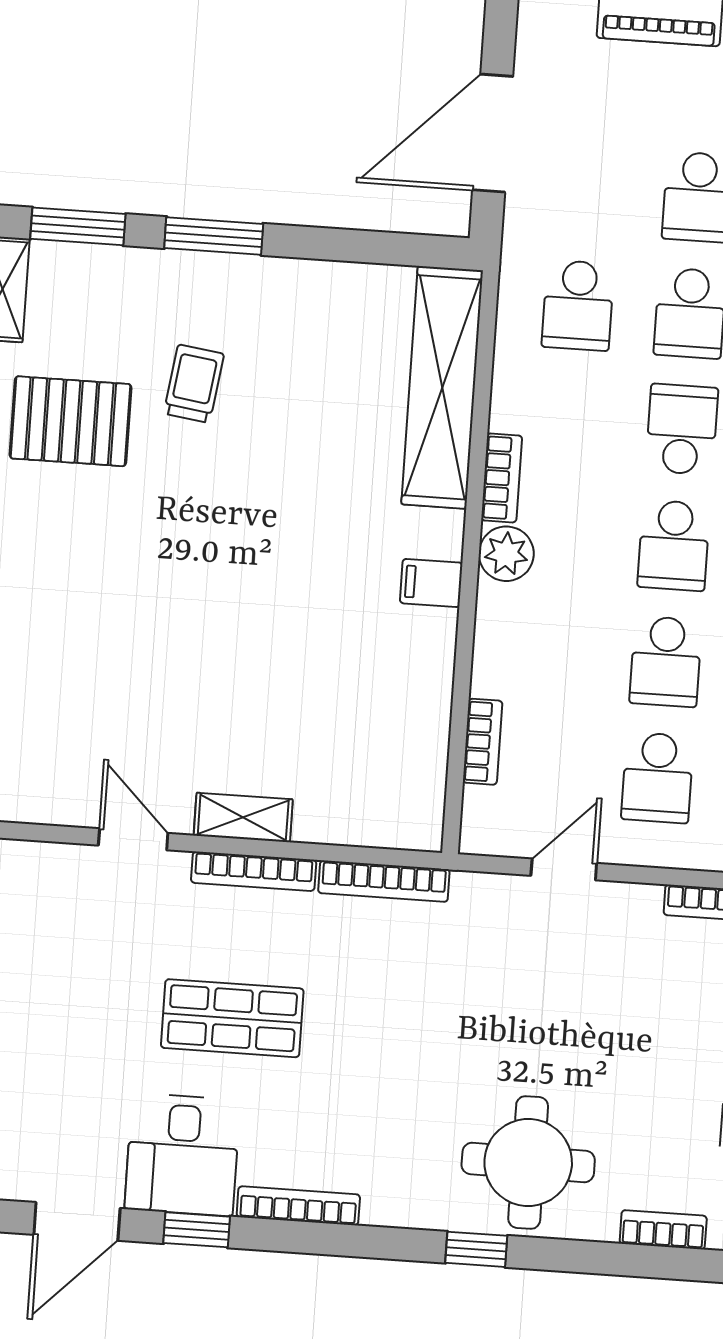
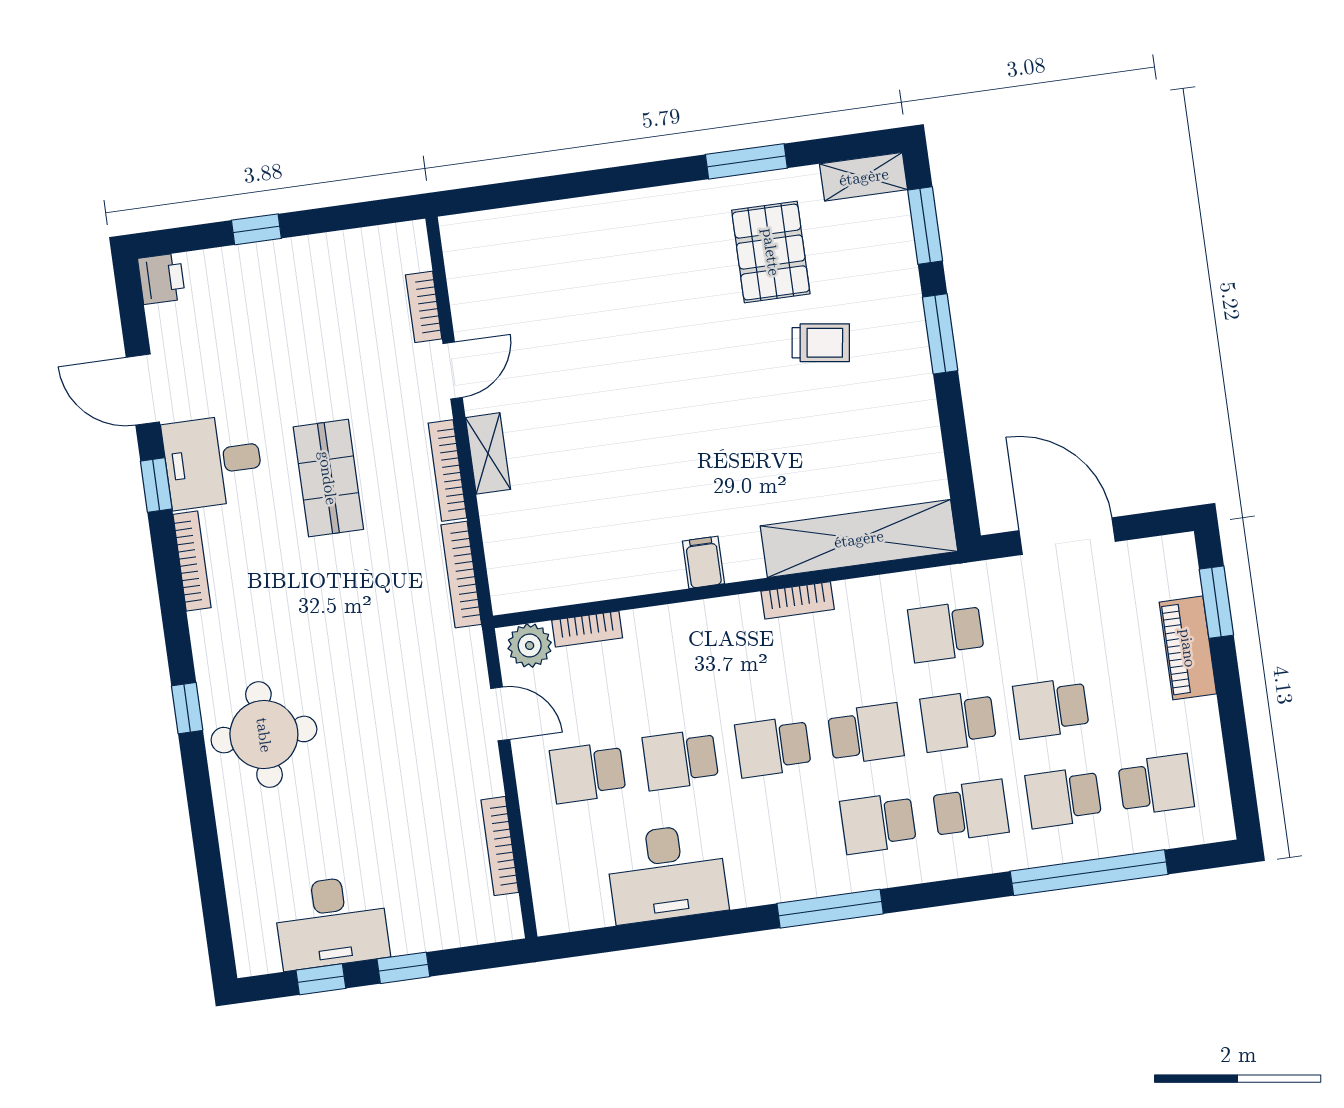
plant: (506, 554) -> (530, 645), moved
bookcase: (663, 1230) -> (424, 307), moved, turned 180

